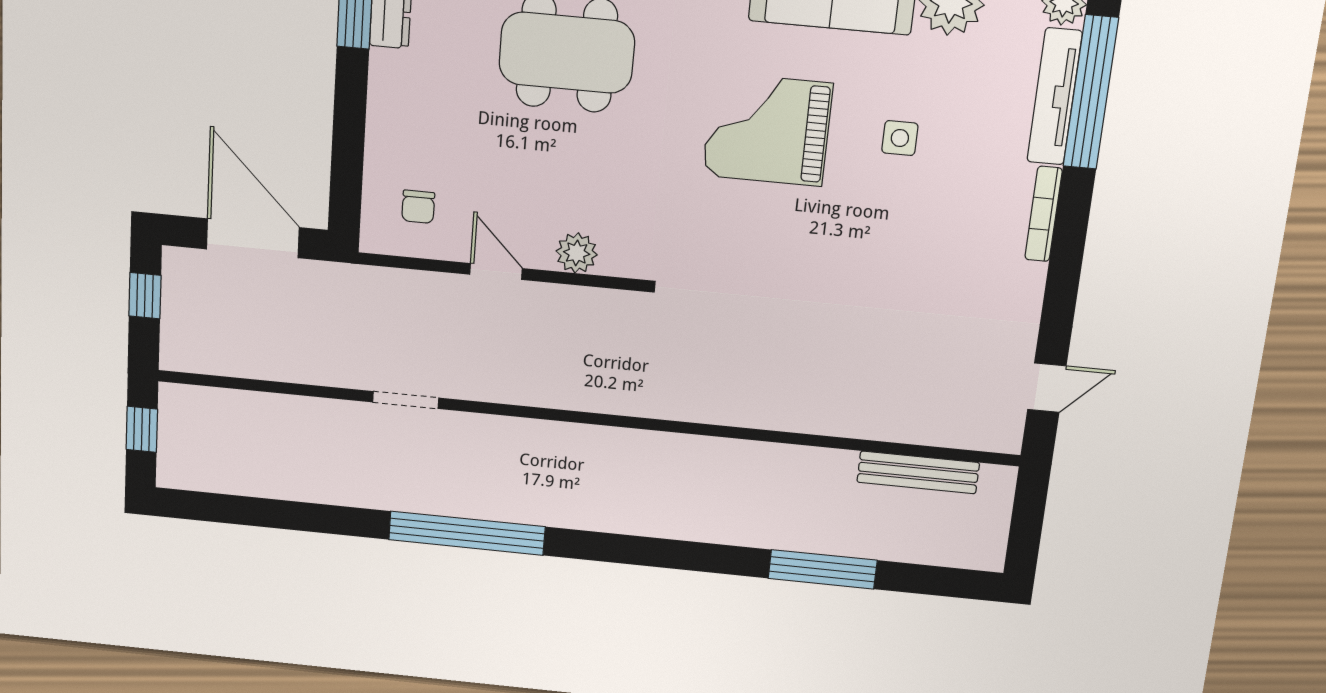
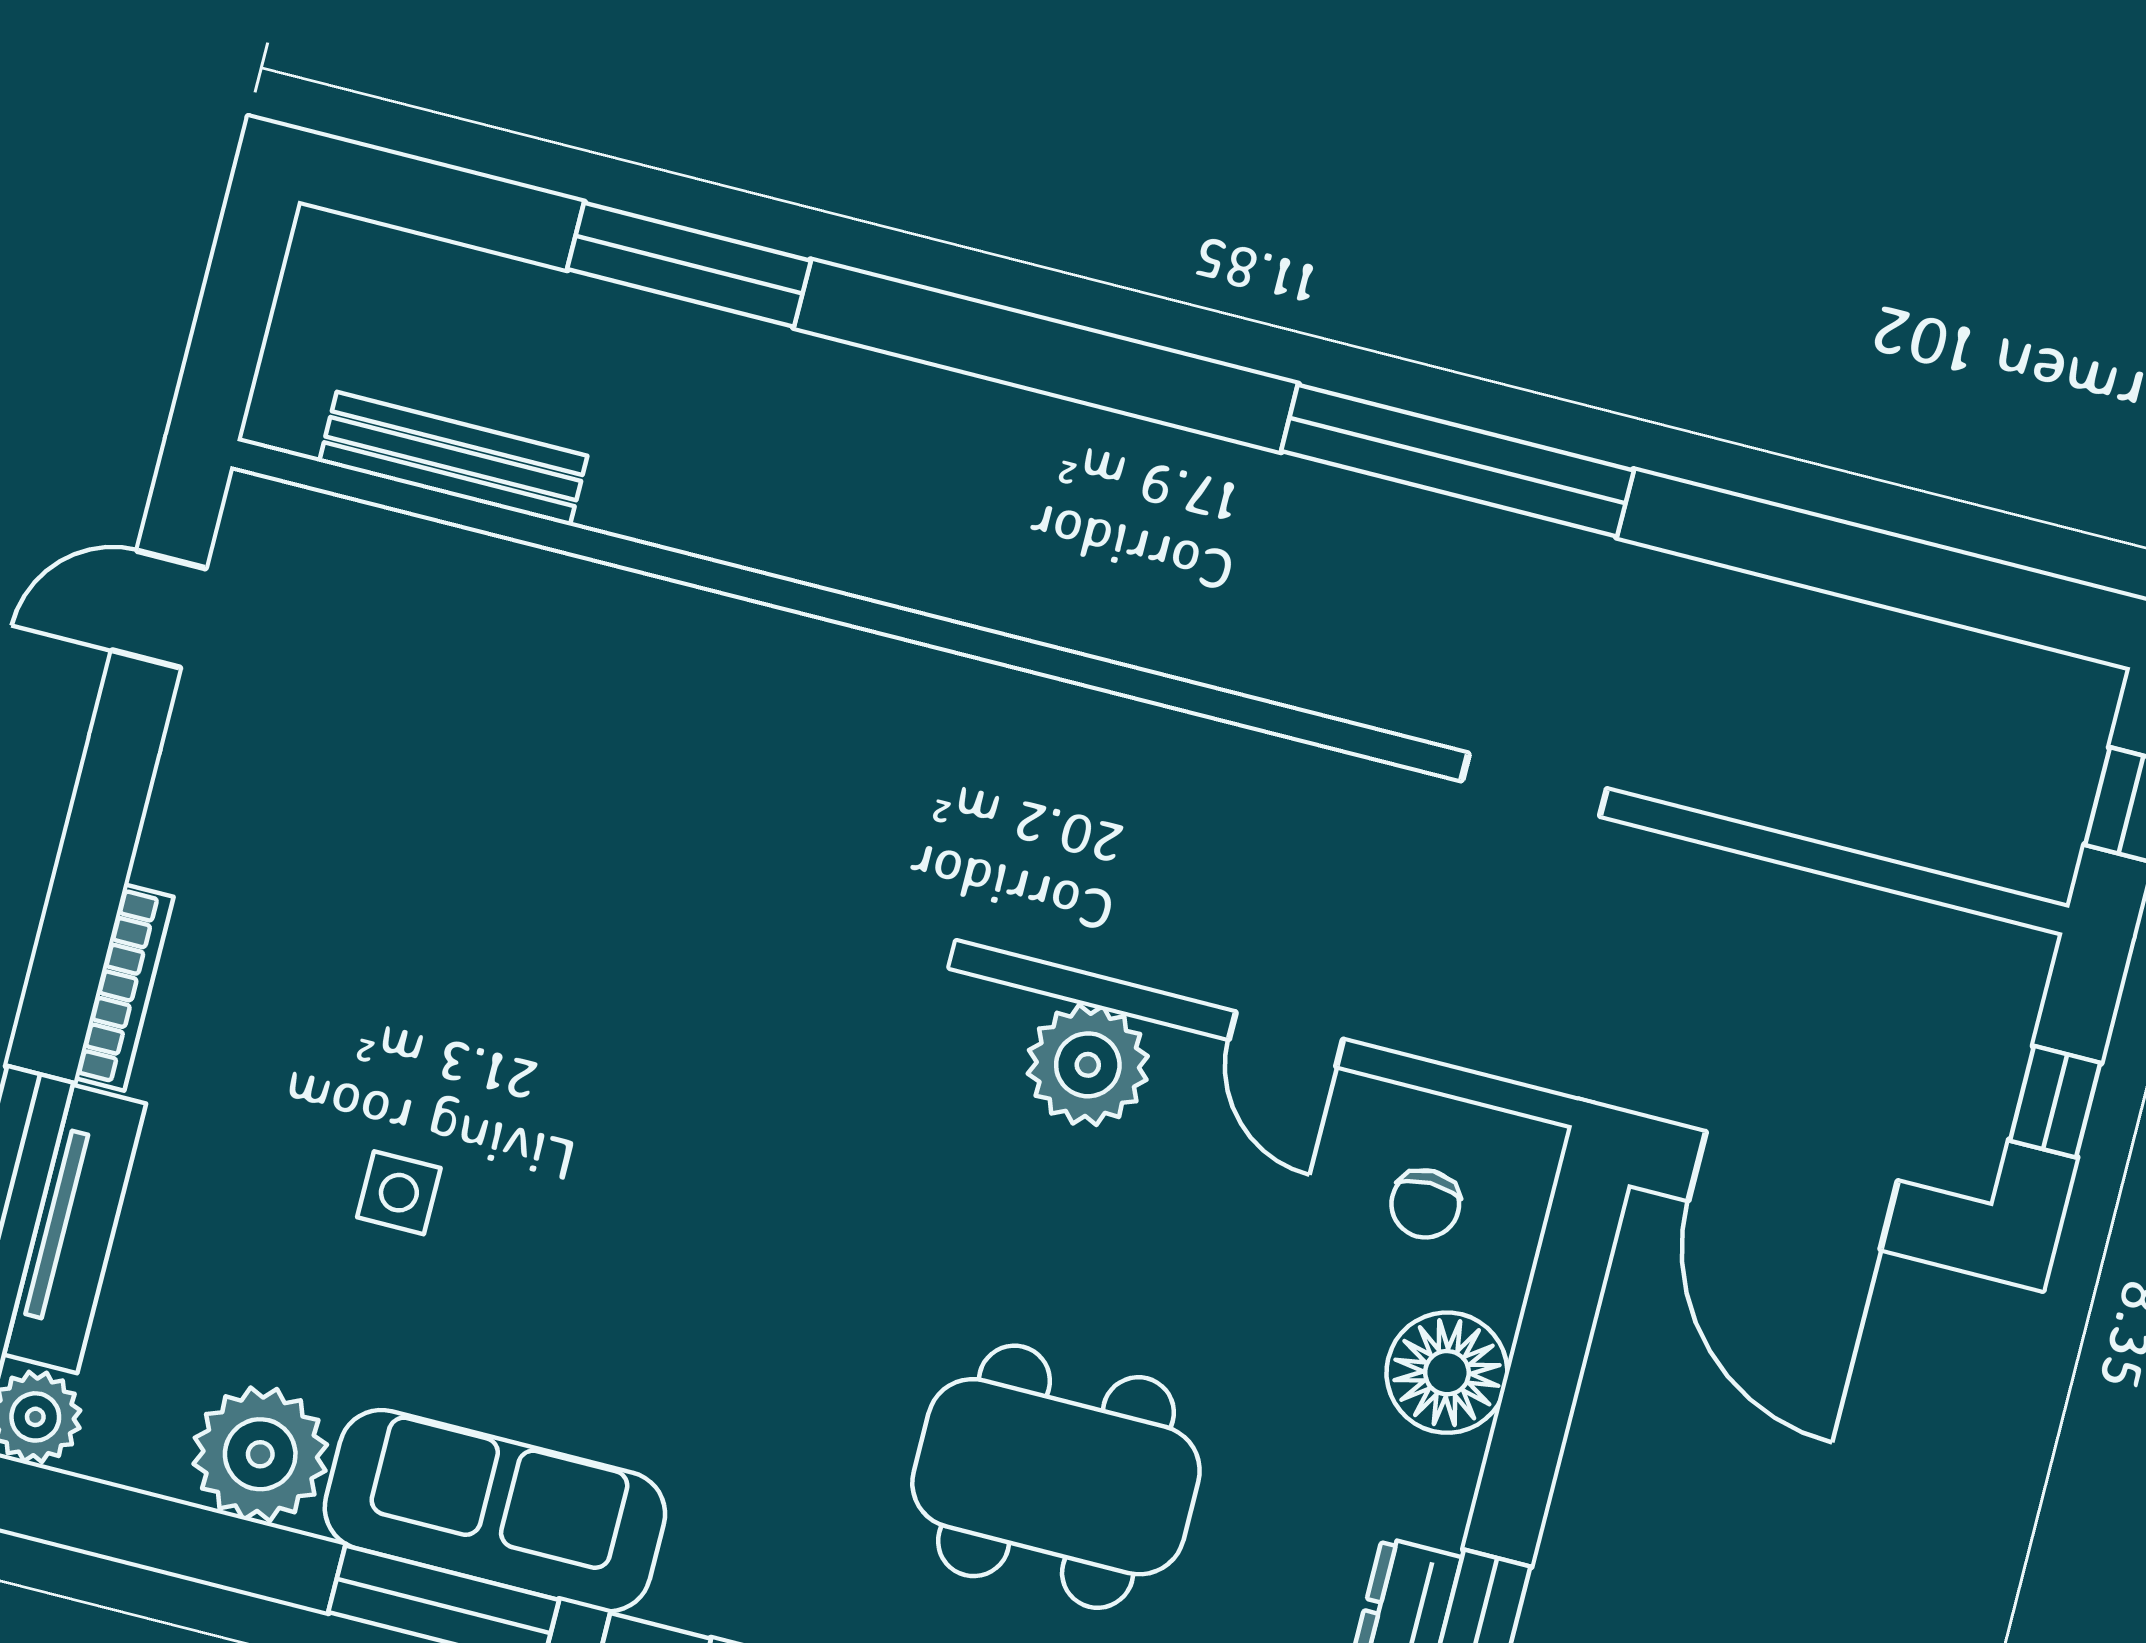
grand piano: (767, 130) -> (668, 1253), removed
floor lamp: (393, 131) -> (1447, 1373), added
chair: (418, 207) -> (1425, 1204), turned 180
plant: (577, 253) -> (1088, 1065), width x1.36, depth x1.36

